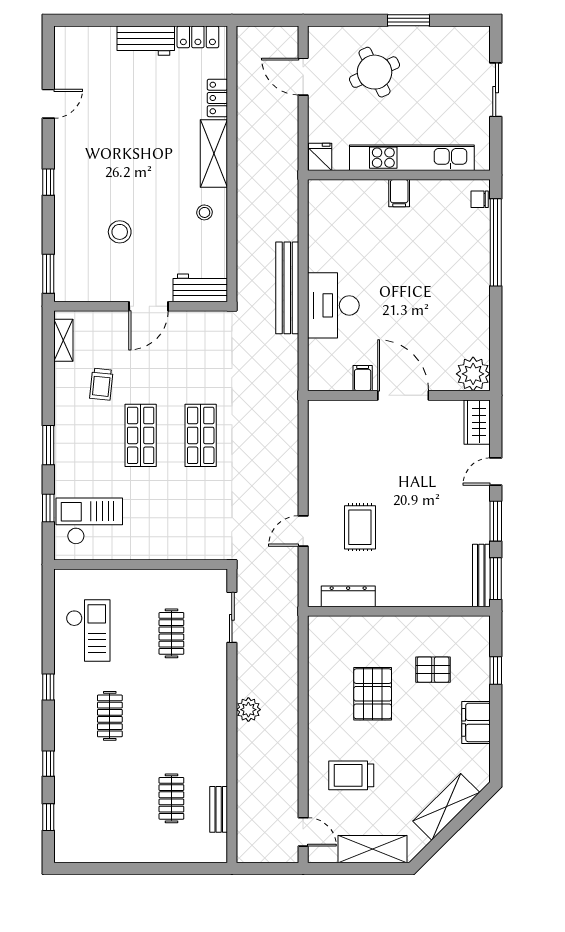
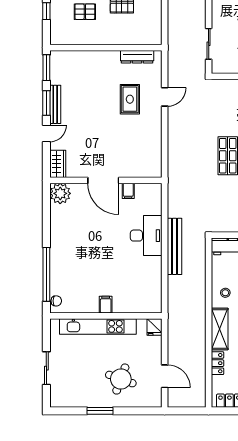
round table: (375, 72) -> (121, 379), turned 45
bench: (481, 575) -> (55, 104), moved

